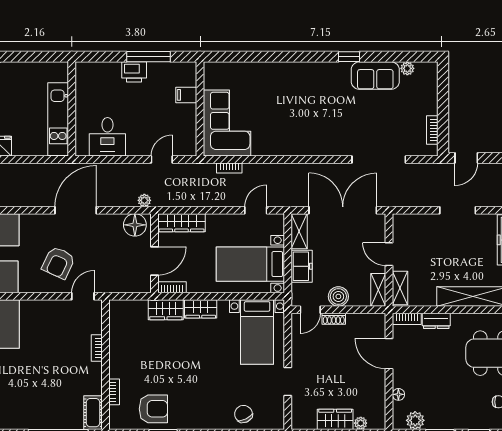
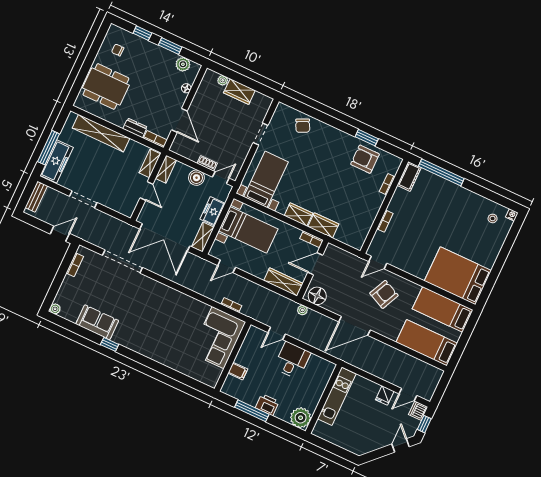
plant: (407, 68) -> (55, 309), moved
plant: (88, 75) -> (301, 418), added
desk: (107, 137) -> (292, 360), moved

